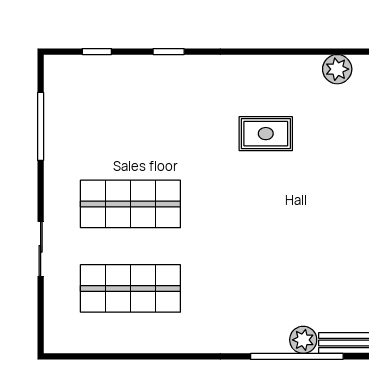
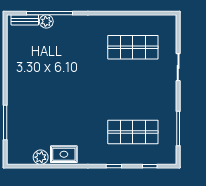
plant: (337, 69) -> (41, 157), moved
rug: (266, 134) -> (64, 154), moved
shop shelf: (130, 204) -> (133, 132), moved

